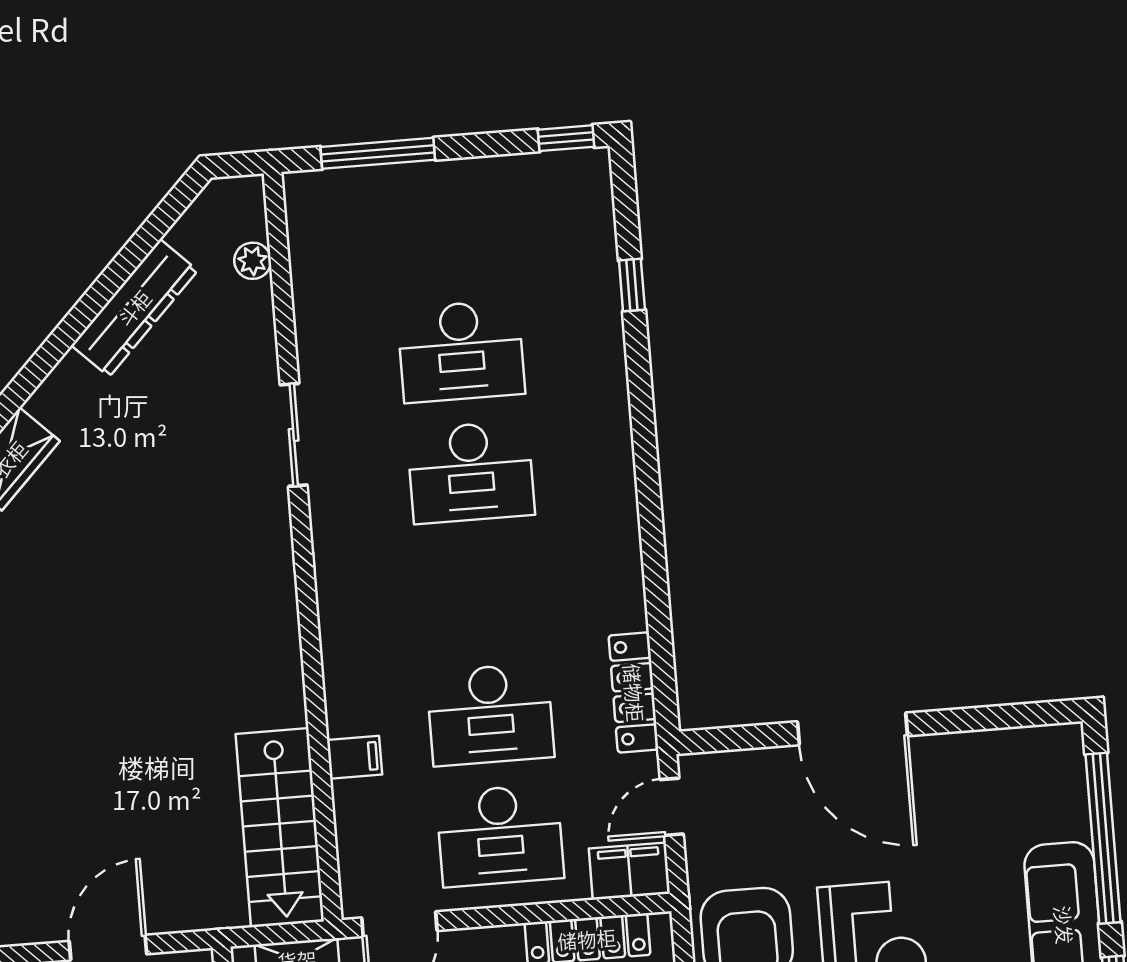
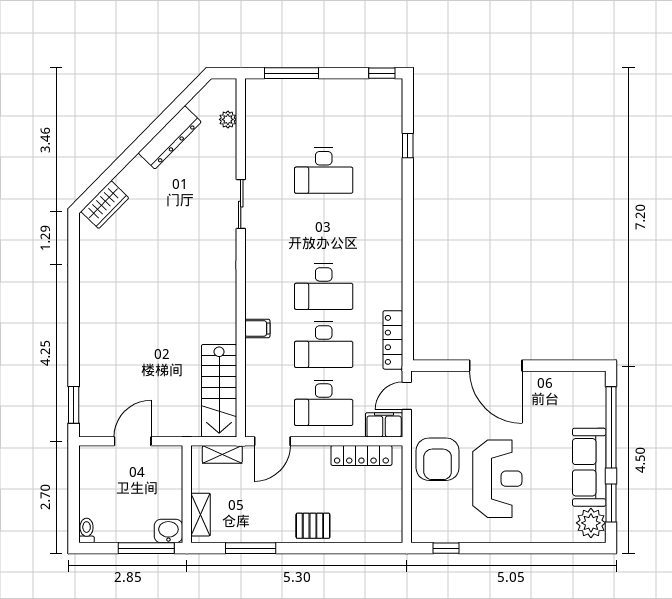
desk: (471, 472) -> (324, 287), moved
filing cabinet: (354, 757) -> (257, 328), moved

